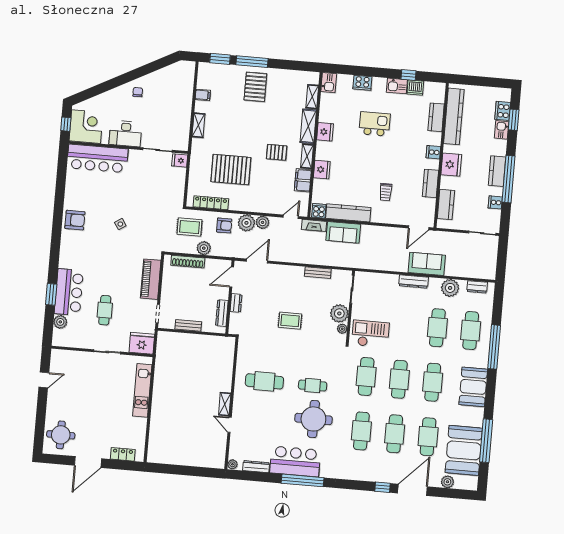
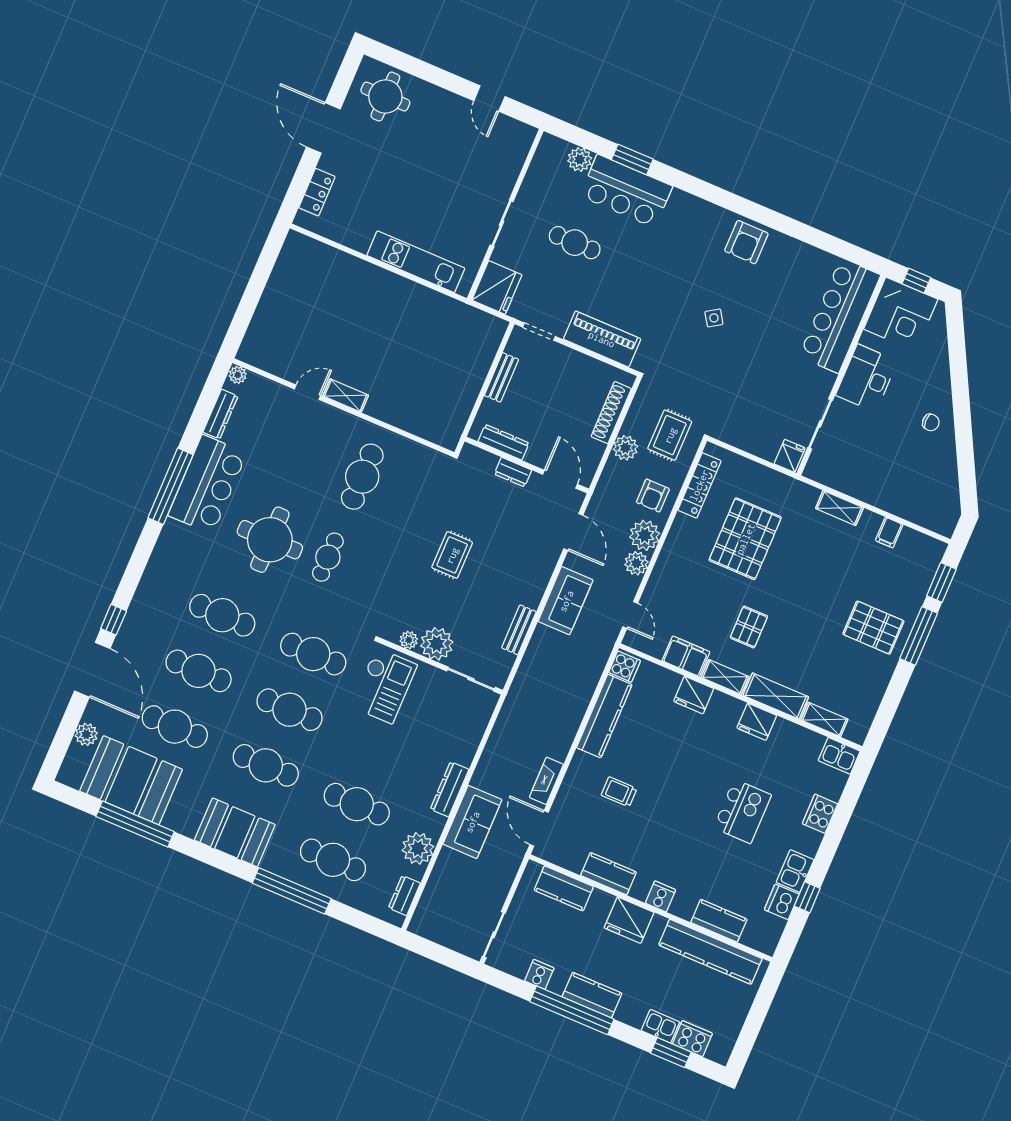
fireplace: (314, 225) -> (546, 781), moved
sofa: (343, 232) -> (566, 601), moved, turned 180

